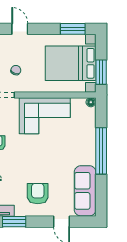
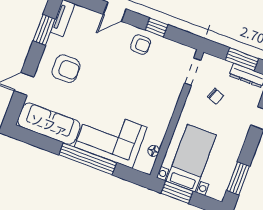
bed with nightstands: (71, 63) -> (191, 158), width x0.73
floor lamp: (91, 102) -> (154, 151), moved
corner sofa: (45, 116) -> (111, 137), moved, turned 90

